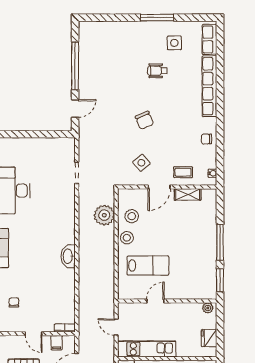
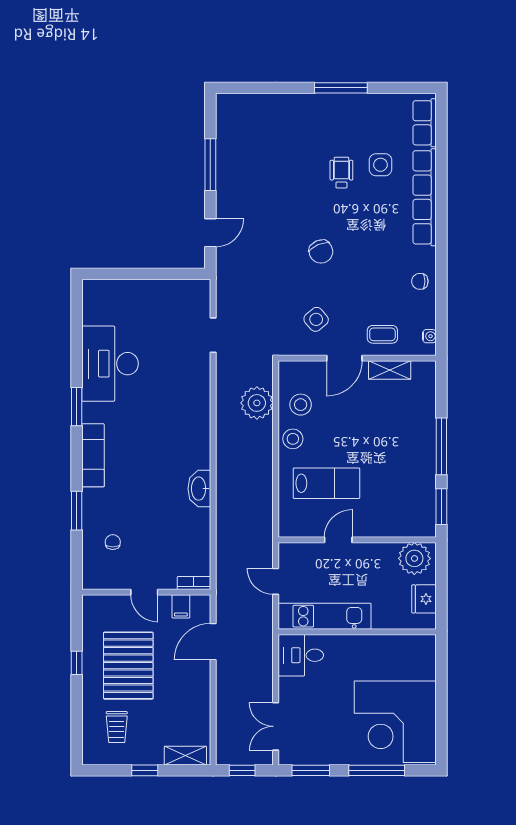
side table: (174, 43) -> (381, 165), moved
window: (75, 66) -> (210, 165), width x0.68
wheelchair: (157, 71) -> (341, 173), turned 90
washbasin: (68, 256) -> (199, 489), moved
plant: (208, 308) -> (414, 558), width x1.87, depth x1.87

